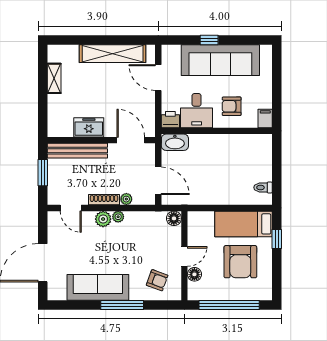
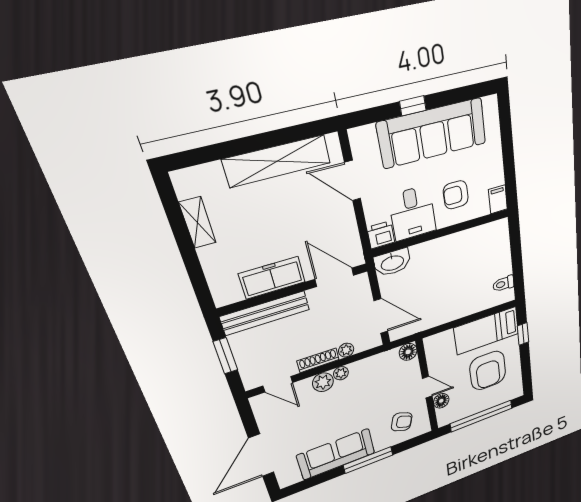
freezer: (89, 127) -> (272, 278), width x1.40
door: (184, 256) -> (427, 387), hinge flipped

